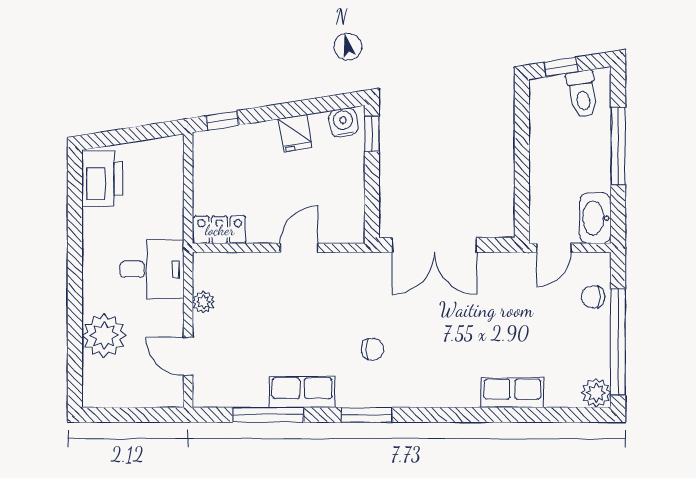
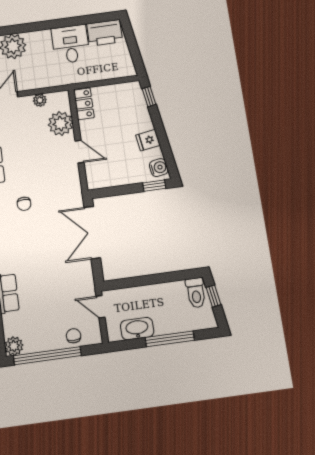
toilet: (582, 94) -> (196, 293), moved, turned -81
washbasin: (595, 218) -> (137, 329), moved
desk: (152, 269) -> (71, 44), moved, turned 180
plant: (248, 273) -> (61, 124), added

